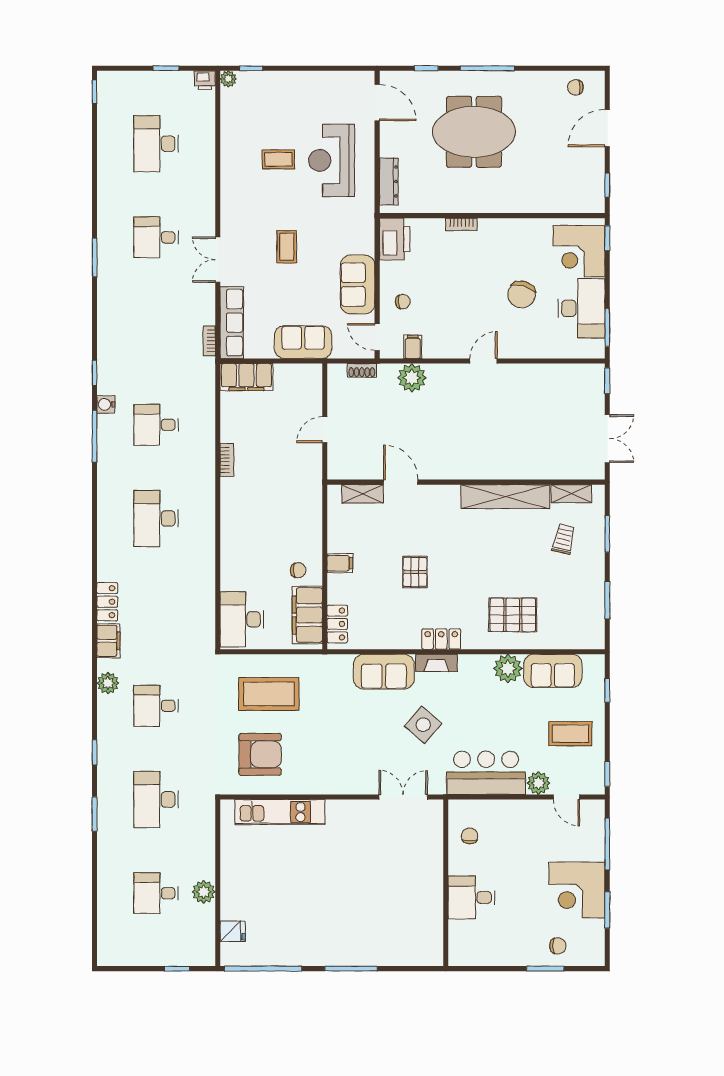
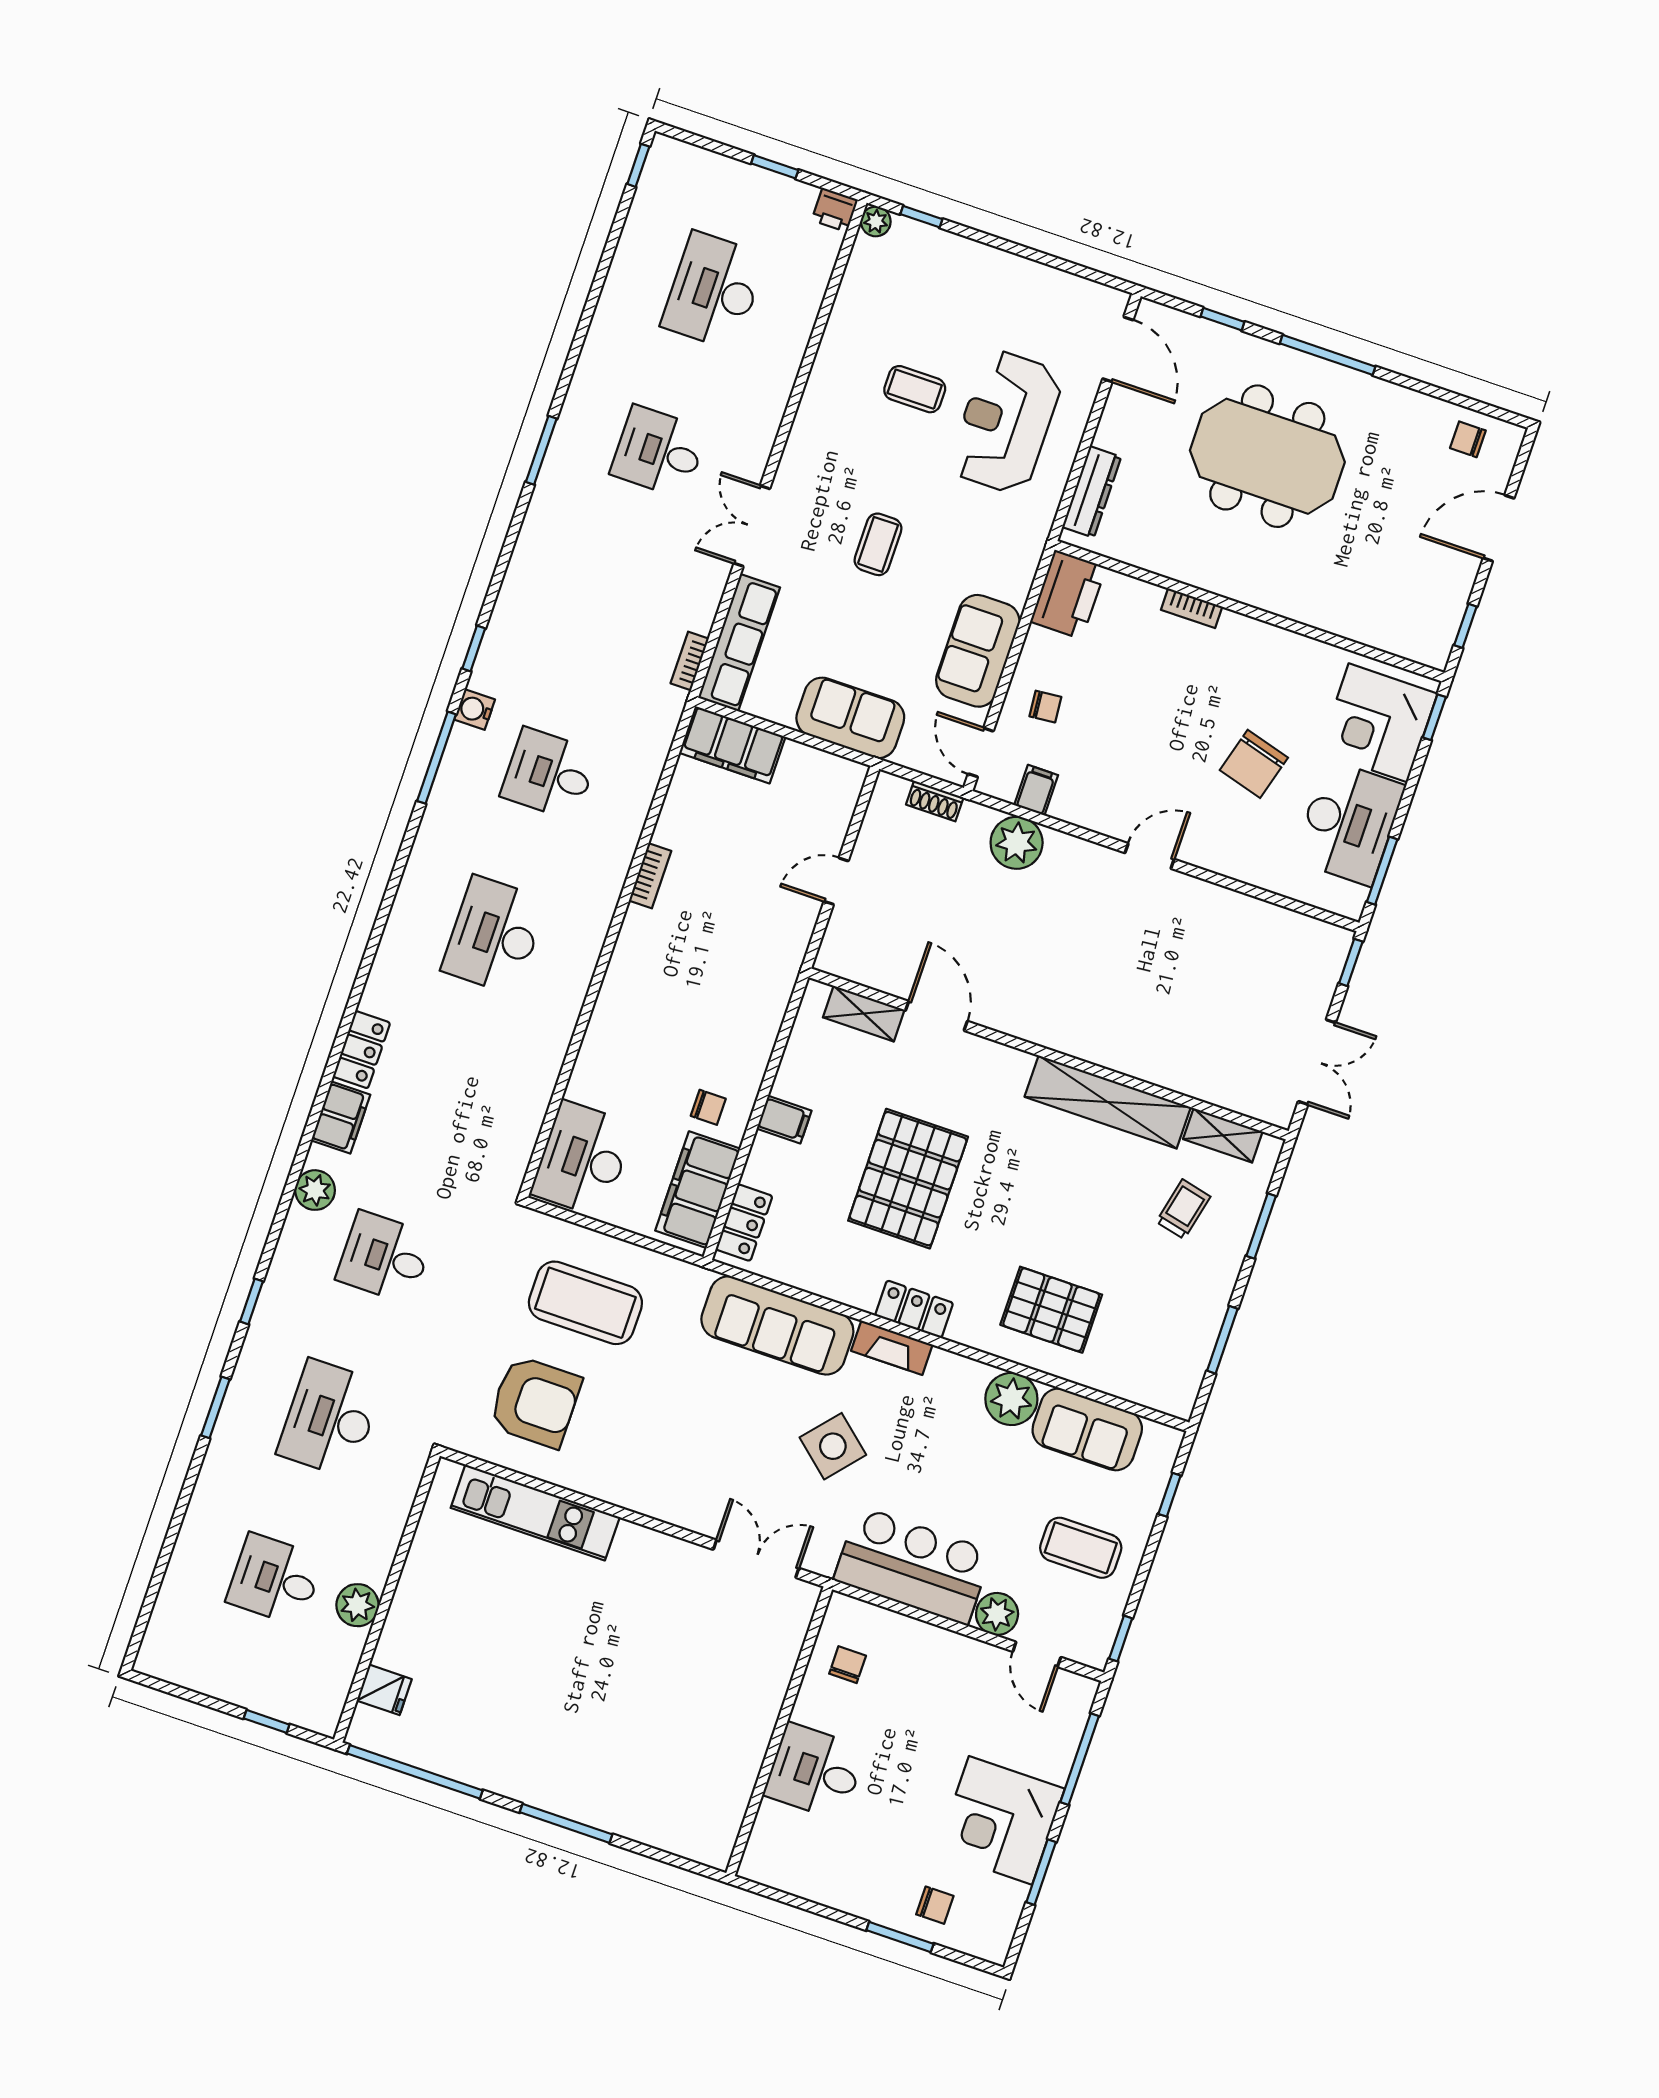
pallet: (415, 572) -> (908, 1179), width x2.05, depth x2.00
sofa: (384, 672) -> (777, 1325), width x1.36

